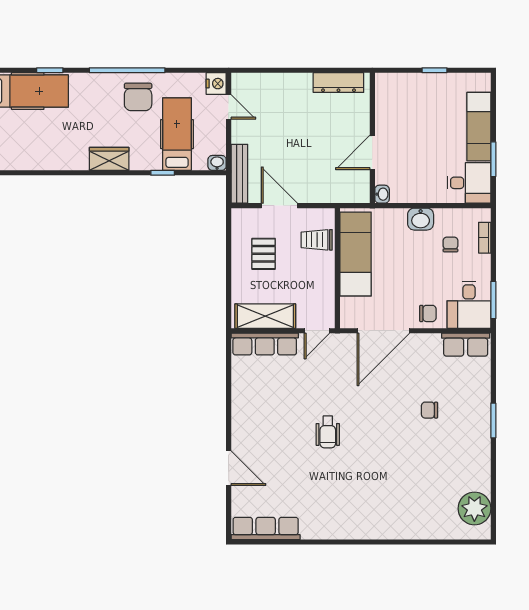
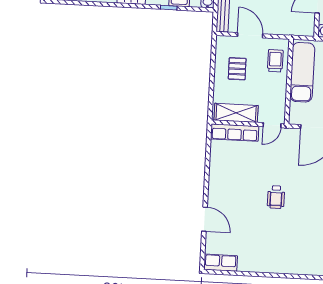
trolley: (317, 240) -> (275, 61), turned 90
row of seats: (266, 528) -> (221, 263), width x0.68

